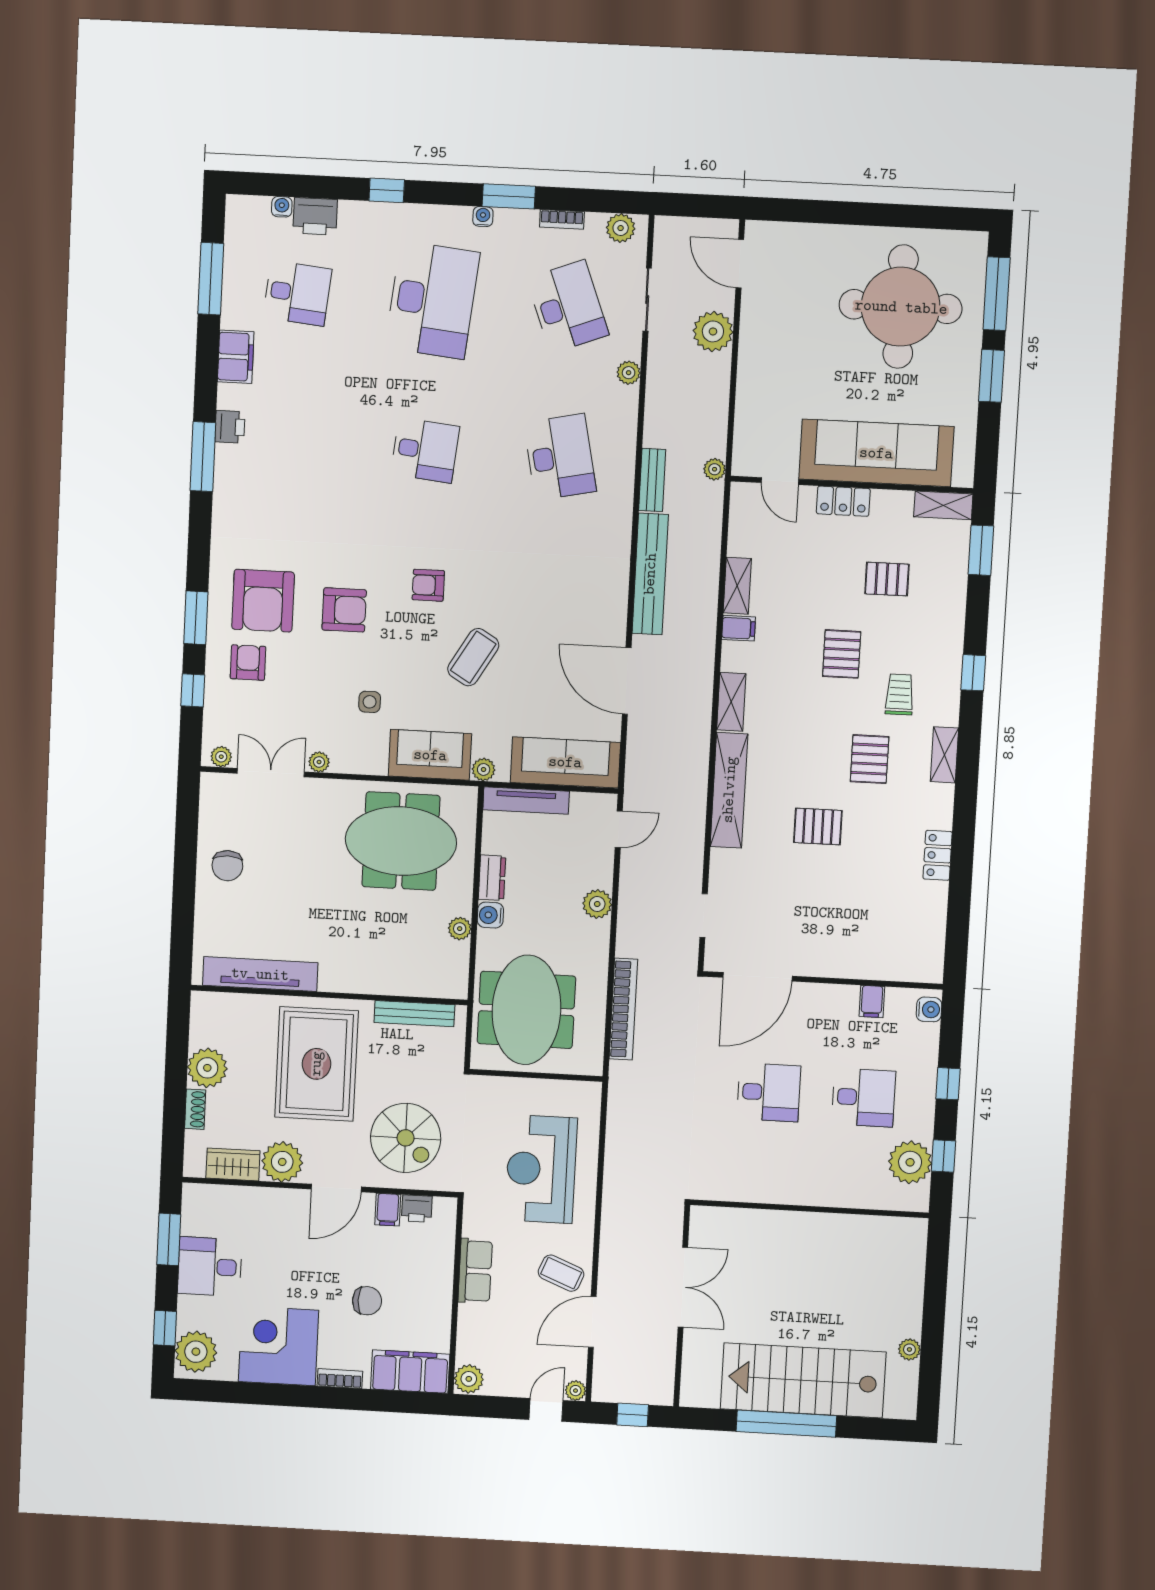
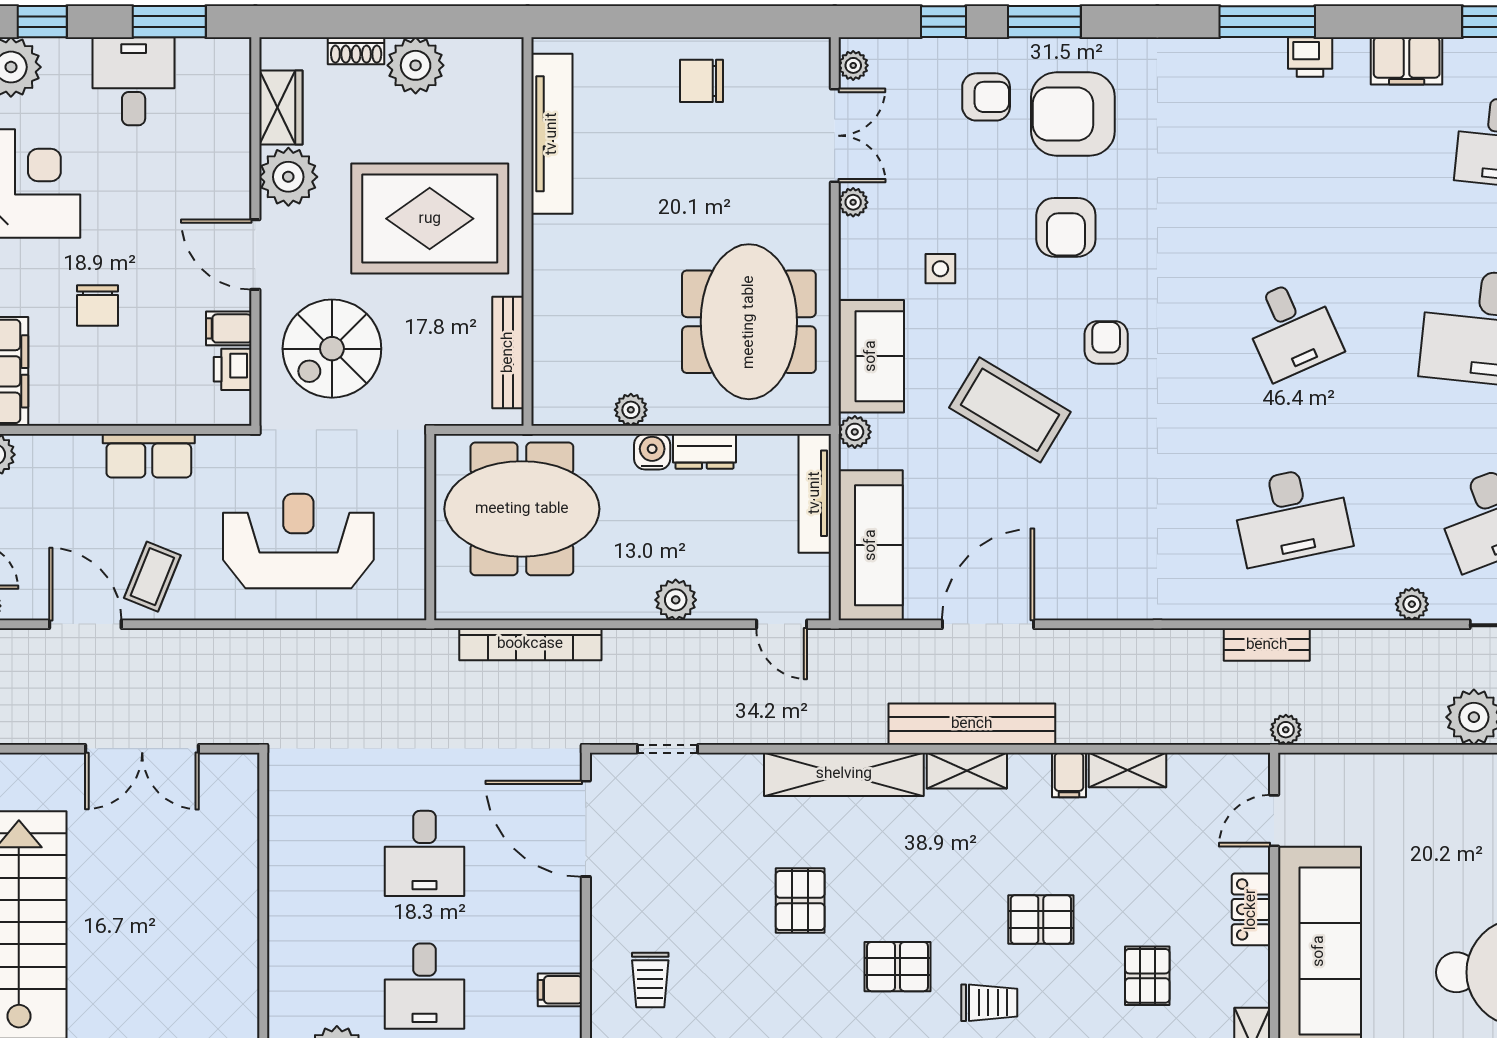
desk: (425, 450) -> (1292, 329), turned -30
bench: (650, 574) -> (972, 724), moved
coffee table: (473, 657) -> (1010, 410), width x1.36, depth x1.32
trolley: (869, 937) -> (650, 980), added

